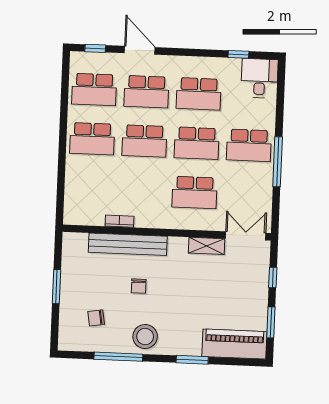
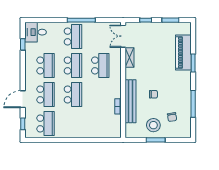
school desk: (92, 139) -> (73, 123), removed
stool: (145, 336) -> (153, 125), moved
piano: (234, 344) -> (183, 53), moved

